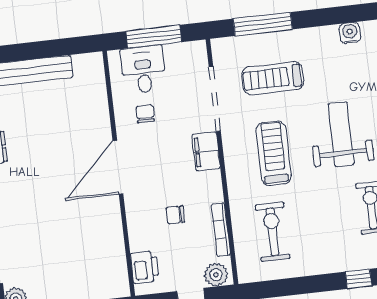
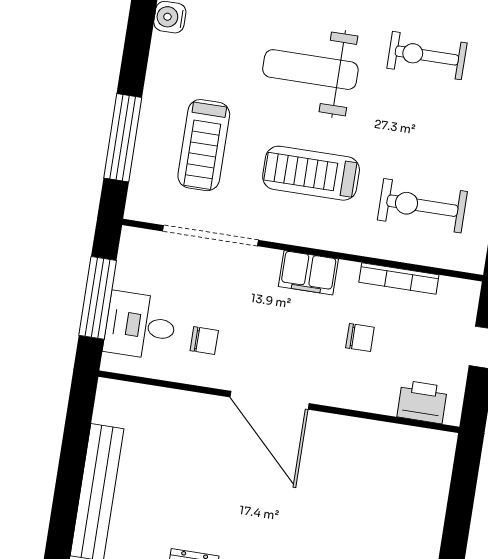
chair: (145, 114) -> (204, 341), turned 180
filing cabinet: (206, 151) -> (308, 273), moved
chair: (175, 215) -> (360, 338), turned -90
plant: (216, 275) -> (461, 303), removed

